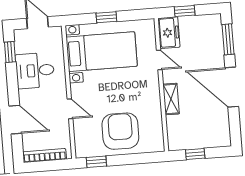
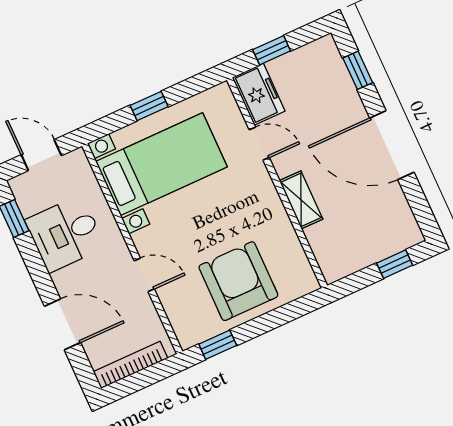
window: (228, 39) -> (358, 70), width x0.67
window: (195, 154) -> (395, 264), moved

